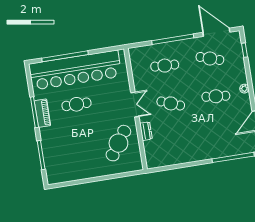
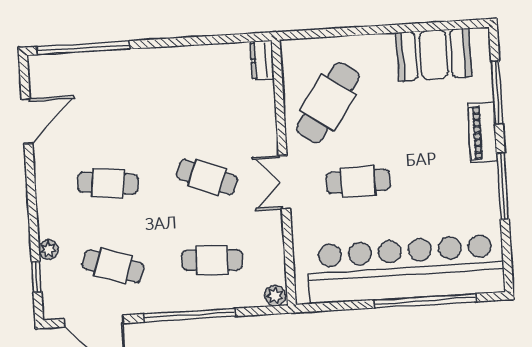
plant: (134, 52) -> (275, 296), added
plant: (244, 89) -> (48, 250), moved
cafe table: (76, 104) -> (358, 181), moved
piano: (42, 113) -> (482, 133), moved
dresser: (146, 131) -> (262, 60), moved
booth: (72, 170) -> (434, 55), added

